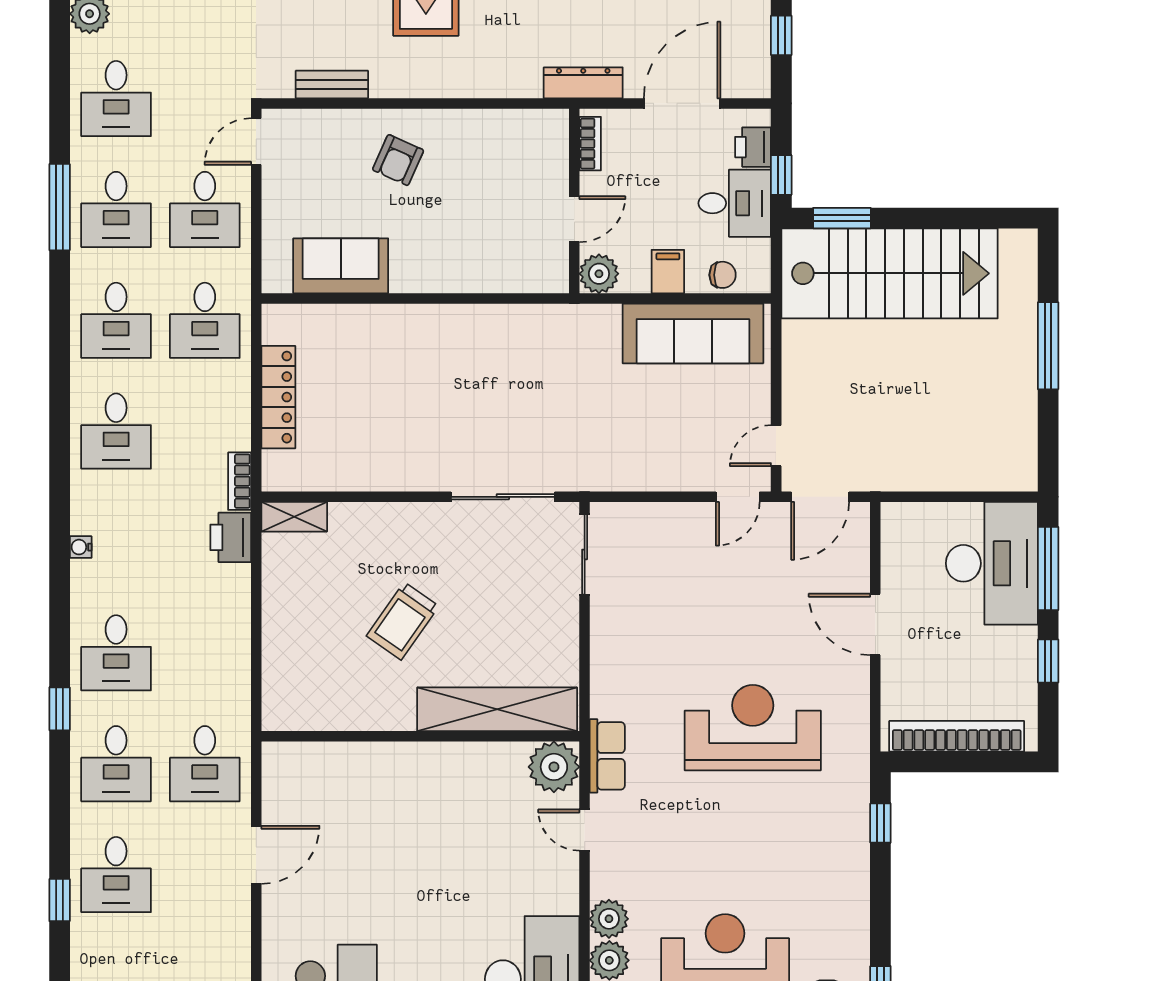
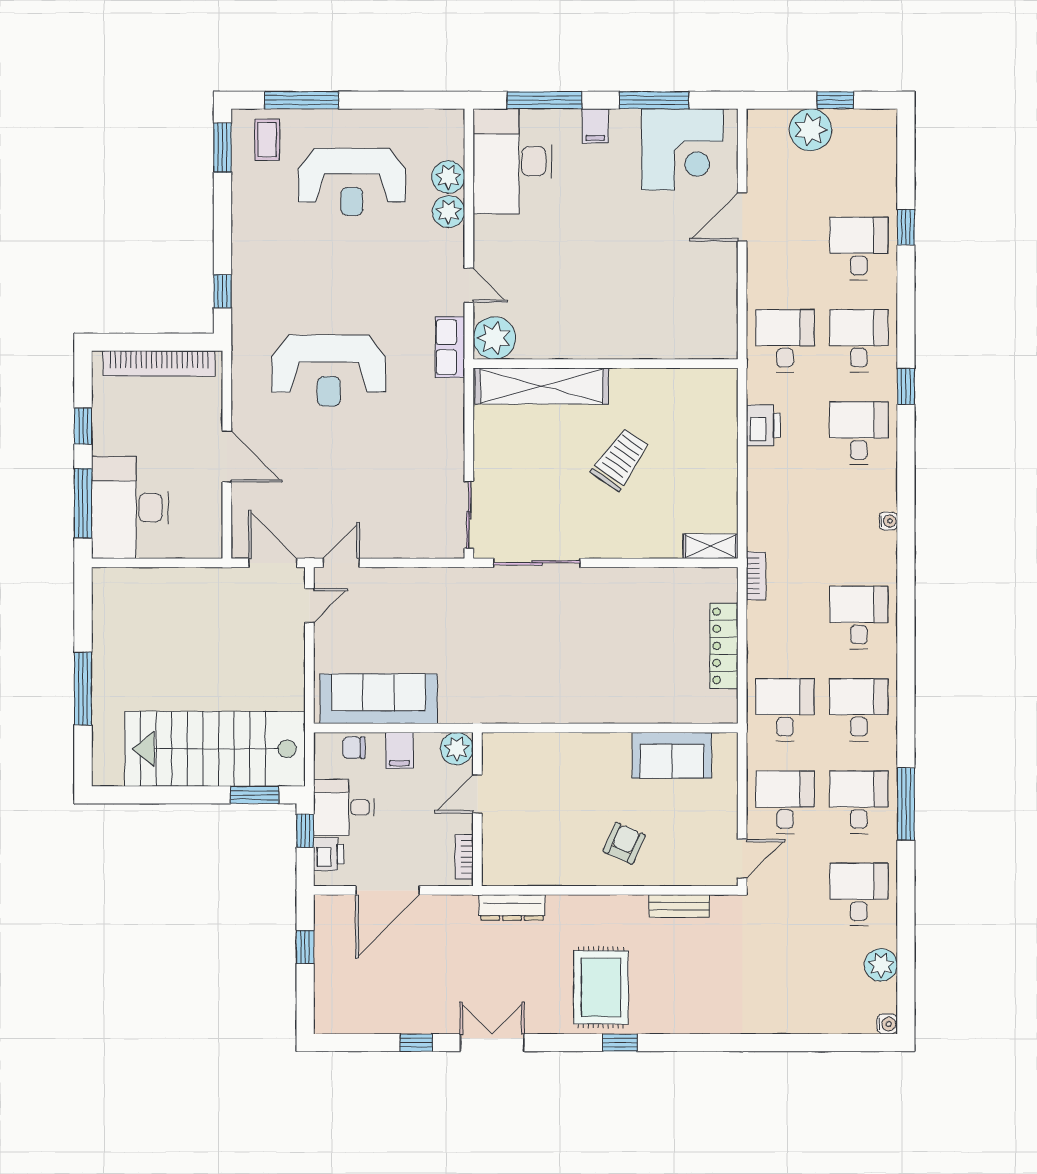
dresser: (583, 83) -> (512, 907), moved
door: (820, 497) -> (273, 563), hinge flipped
printer: (231, 537) -> (763, 425), moved
door: (256, 855) -> (742, 217), moved

